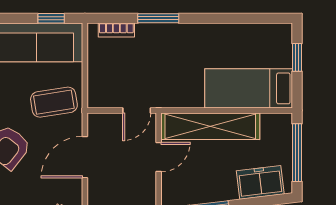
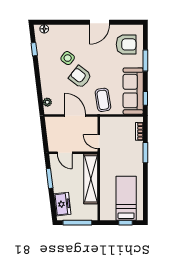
bed: (249, 88) -> (126, 198), moved
door: (159, 157) -> (65, 153), moved

